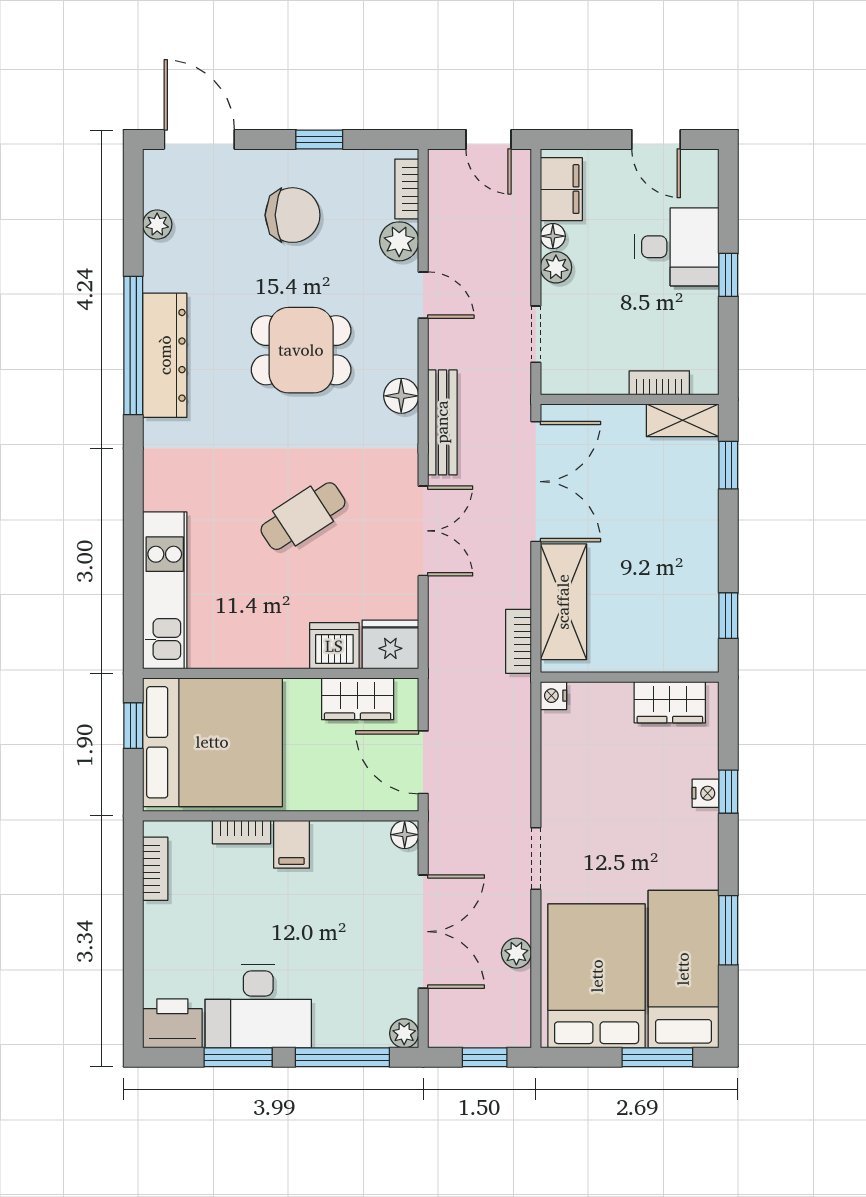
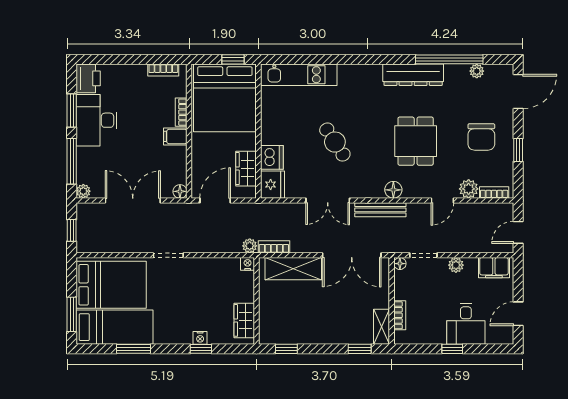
floor lamp: (553, 236) -> (400, 264), moved
window: (133, 346) -> (449, 59), moved
double door: (423, 932) -> (133, 200), swing flipped
plant: (516, 953) -> (250, 246), moved

